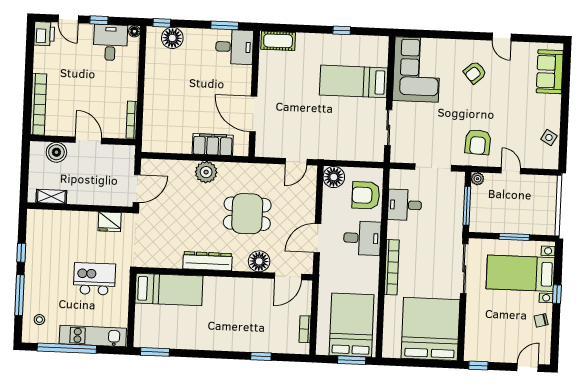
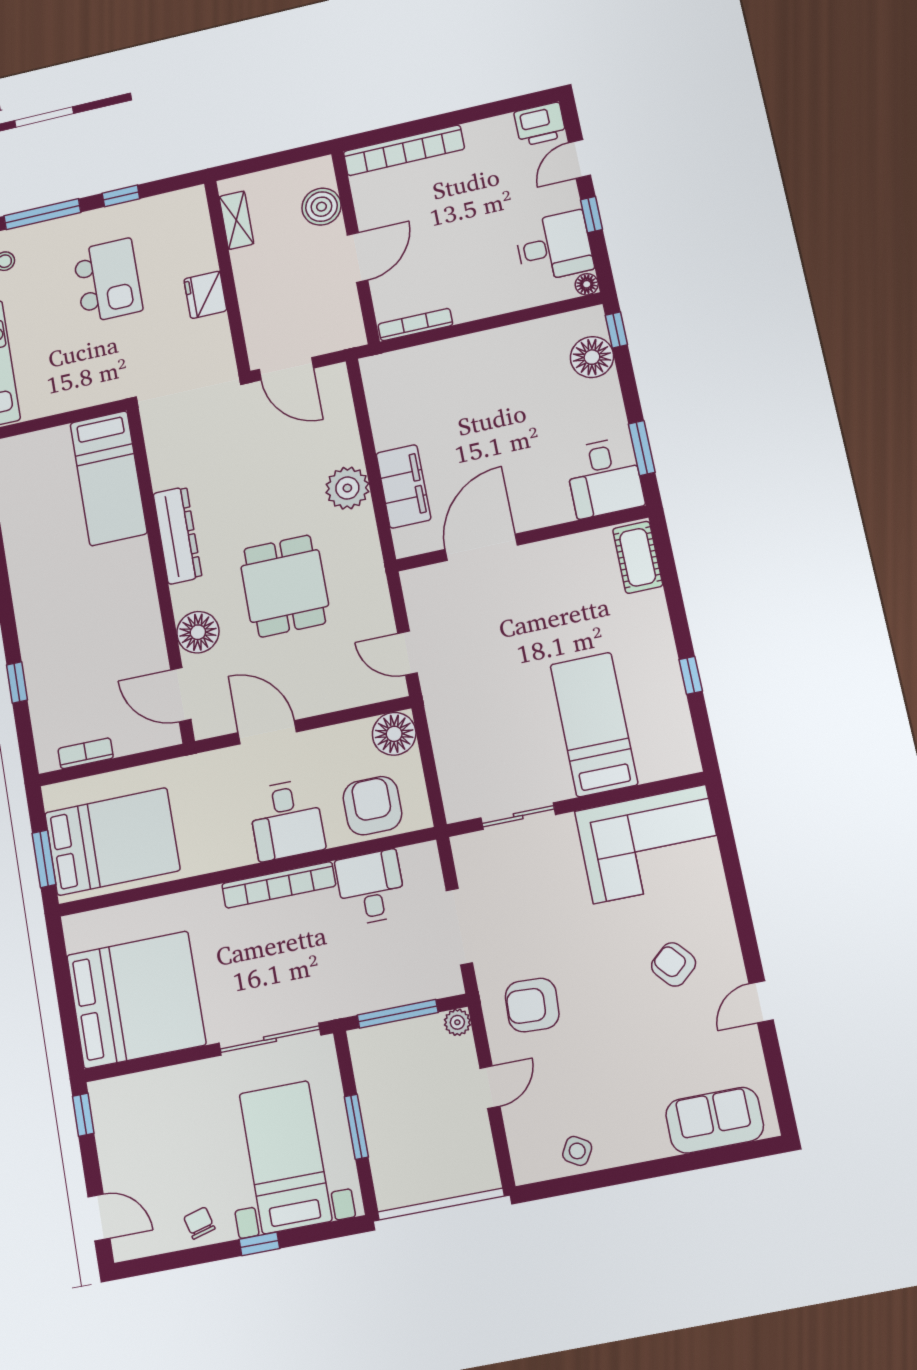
fridge: (110, 222) -> (205, 295), moved
bookcase: (392, 267) -> (279, 885), moved
kitchen island: (94, 279) -> (108, 280), moved

